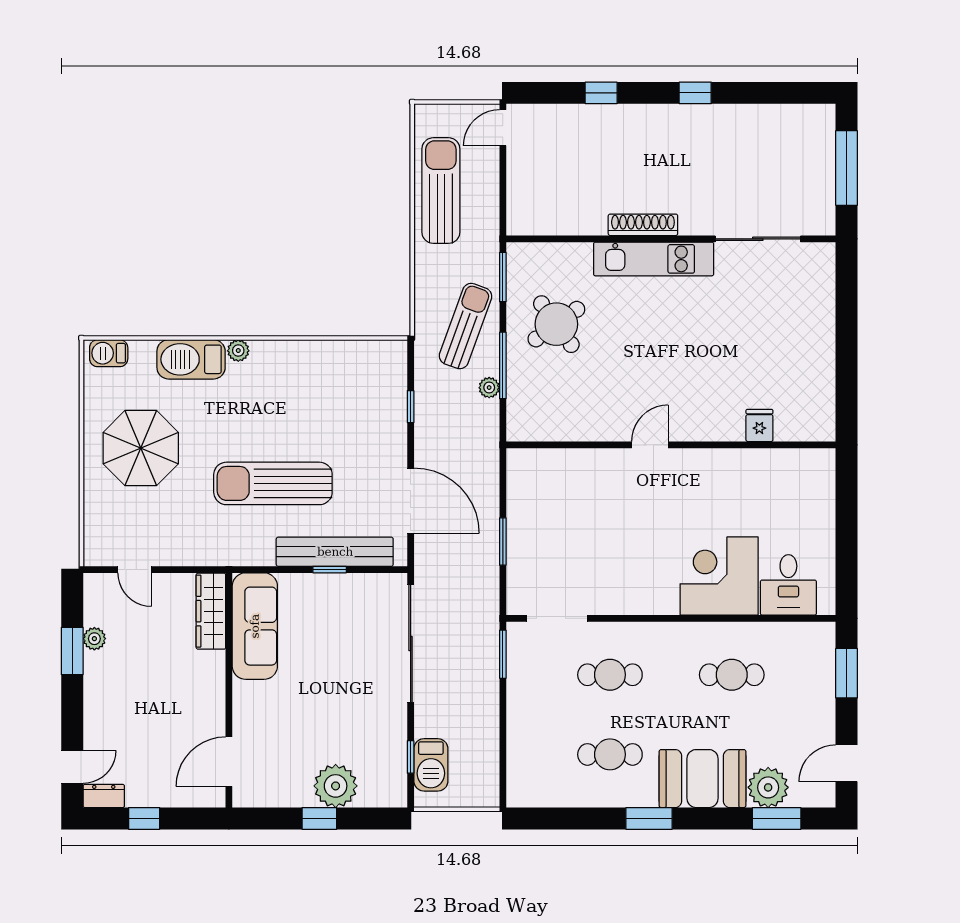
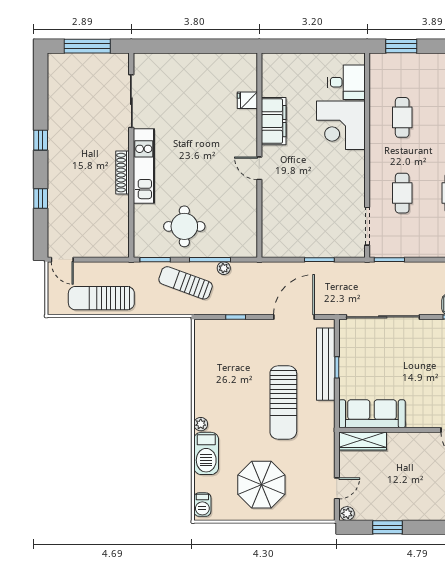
round table: (556, 324) -> (184, 226), turned 36
filing cabinet: (726, 468) -> (274, 121), added
plant: (94, 639) -> (347, 513), moved

